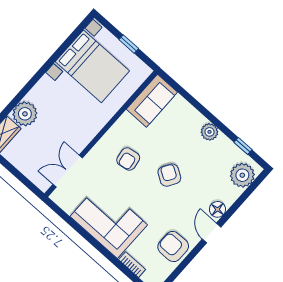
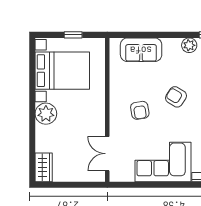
sofa: (152, 101) -> (141, 50), moved, turned 90
plant: (25, 114) -> (46, 114), moved
plant: (209, 132) -> (189, 45), moved

